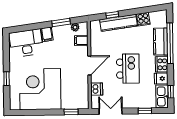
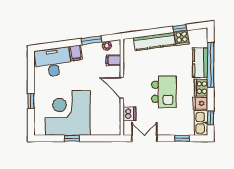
window: (112, 15) -> (180, 28), moved
door: (89, 66) -> (122, 88), swing flipped
window: (71, 112) -> (72, 138), moved

